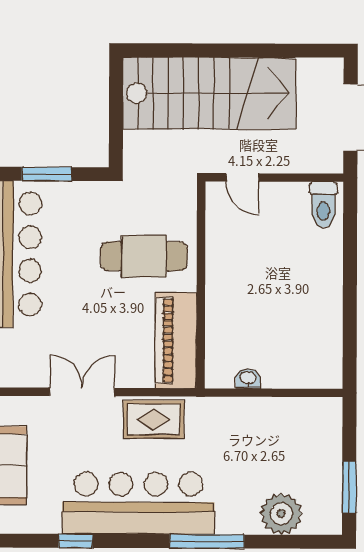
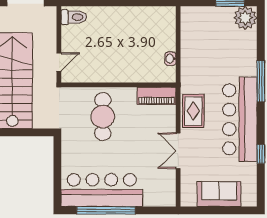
window: (47, 174) -> (57, 171), removed
piano: (176, 341) -> (157, 96), width x0.73, depth x0.75
plant: (281, 514) -> (245, 18), moved

